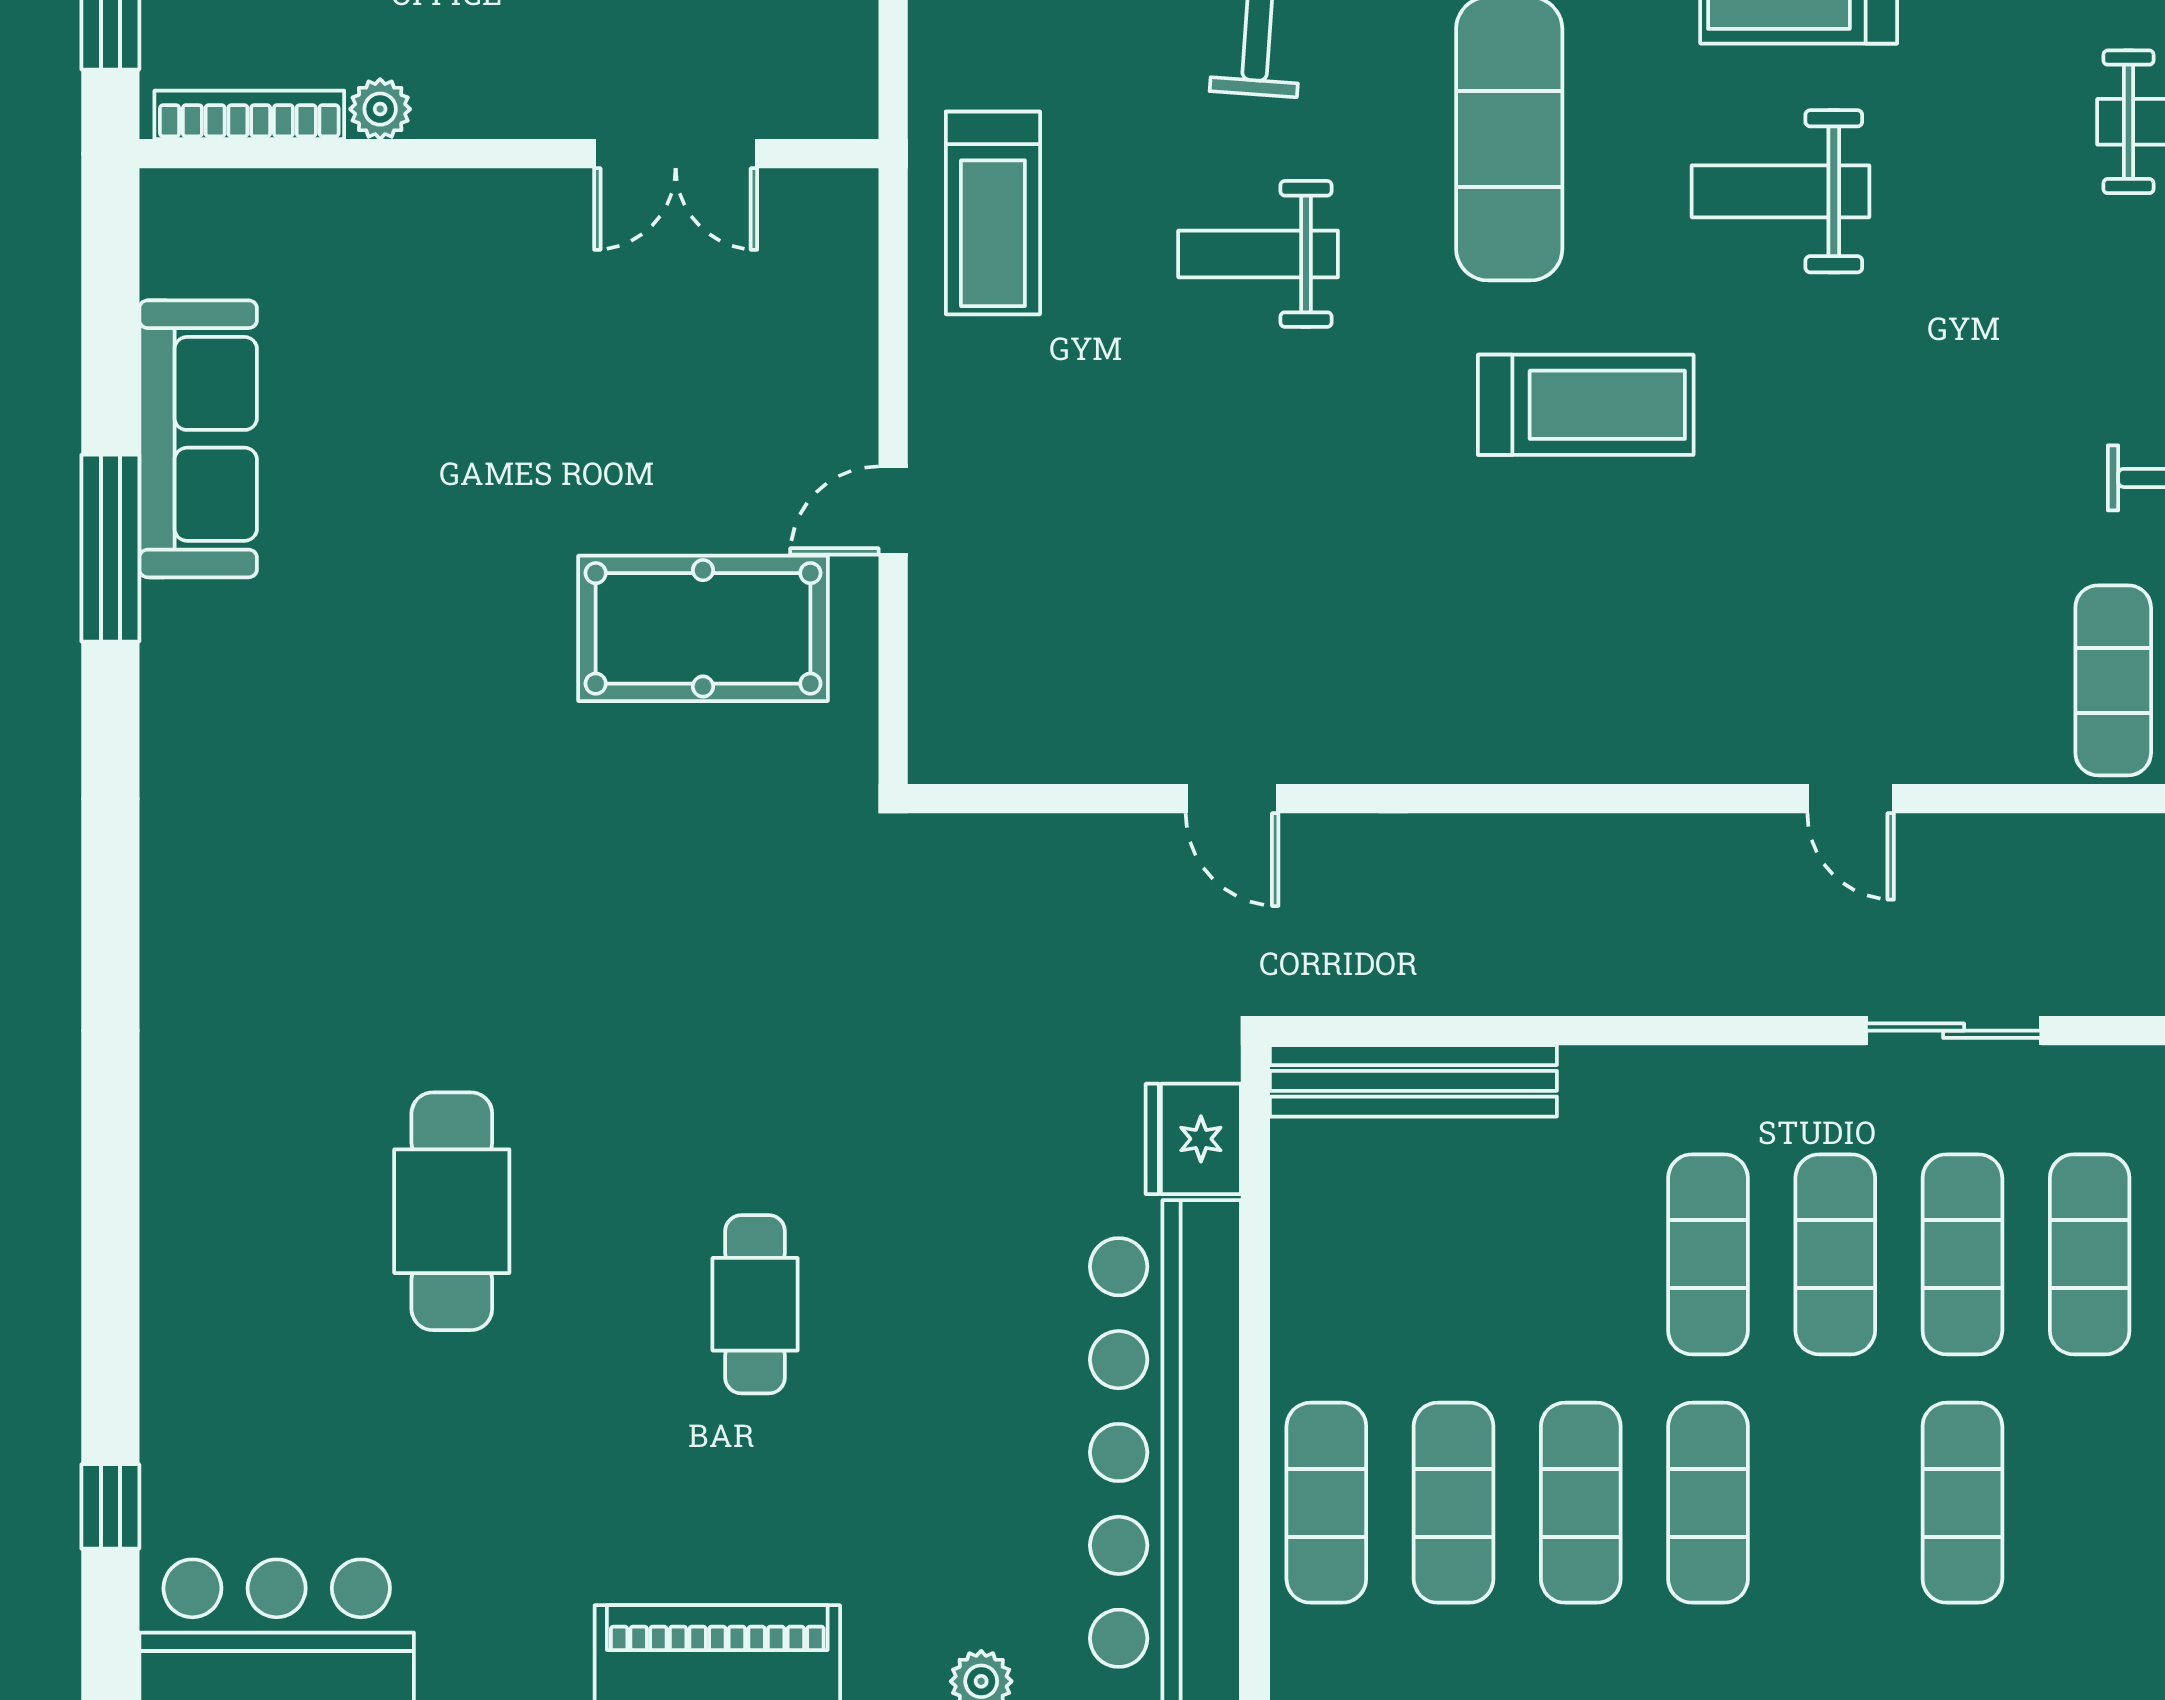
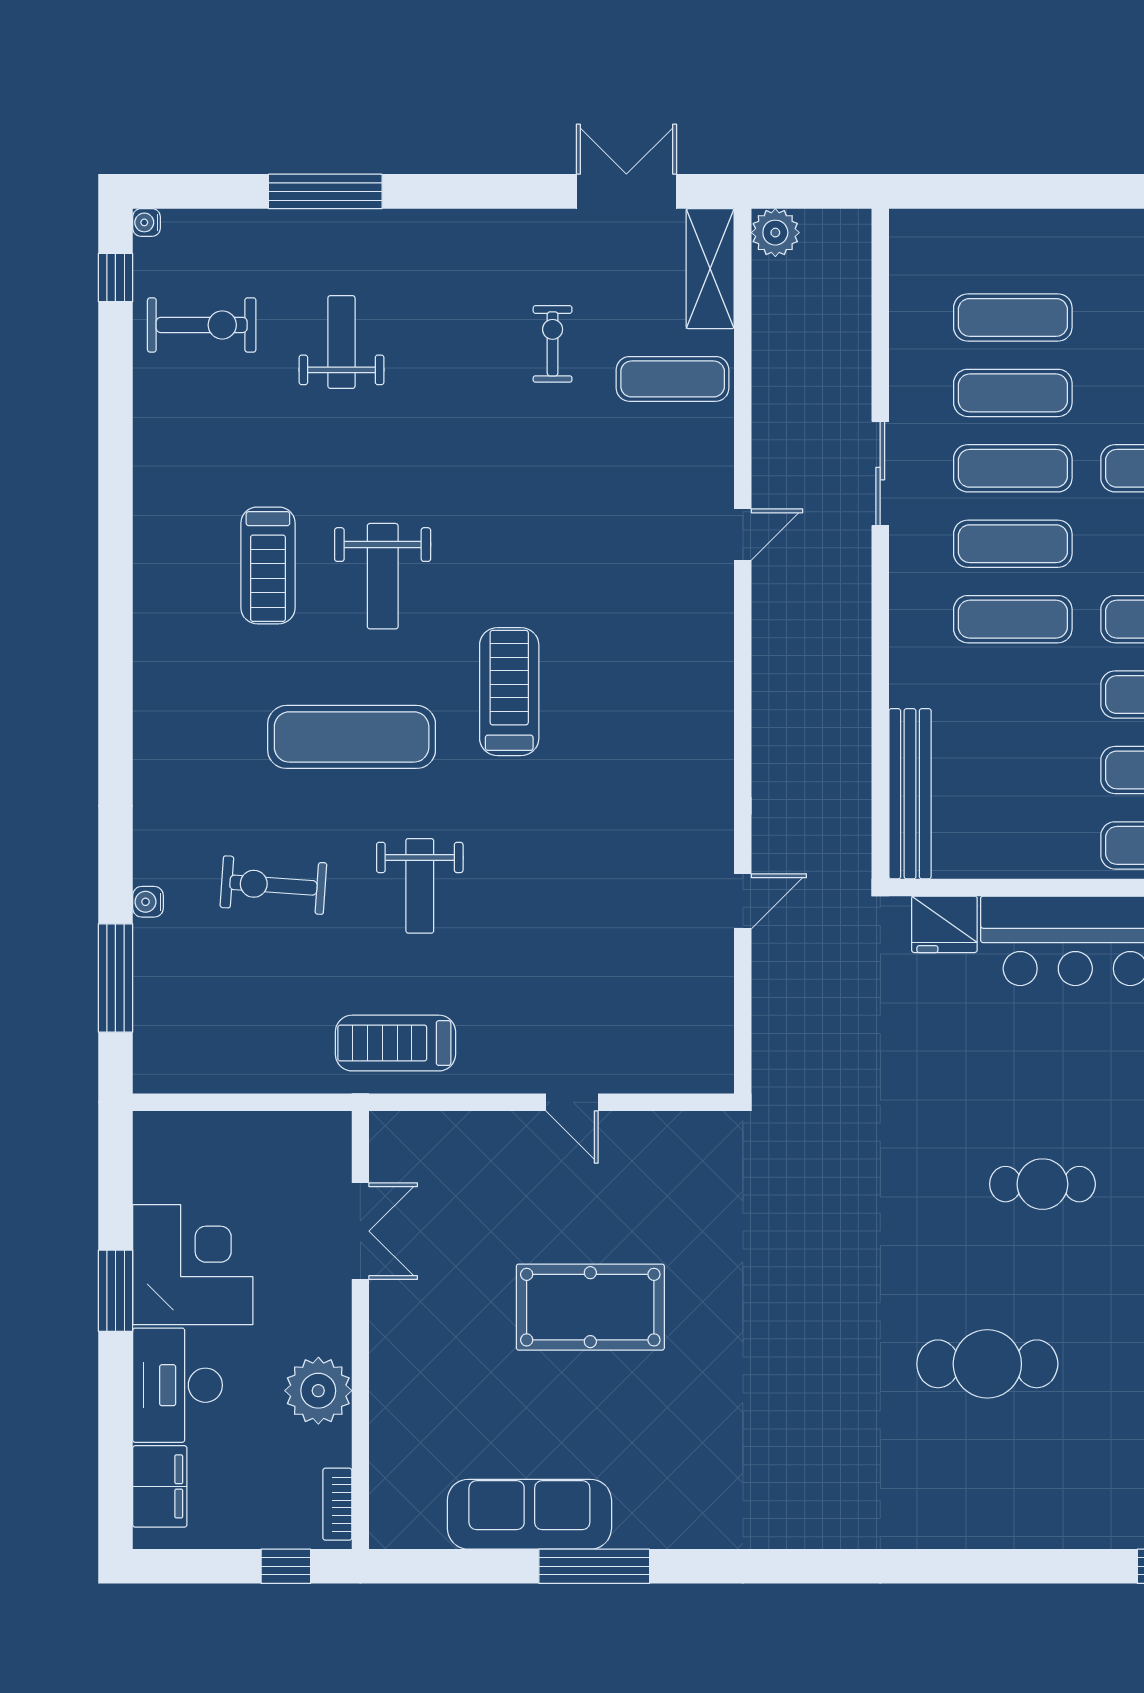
plant: (380, 109) -> (318, 1391), width x1.87, depth x1.87
bookcase: (249, 115) -> (337, 1504), width x0.64
treadmill: (993, 213) -> (395, 1043), turned 180
pool table: (703, 628) -> (590, 1307), moved, turned 90

